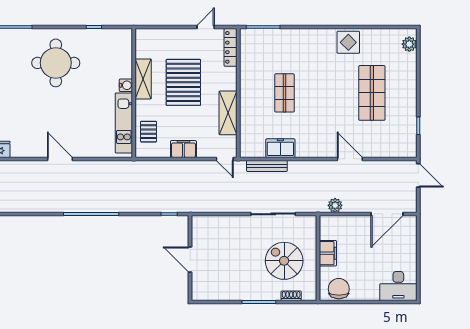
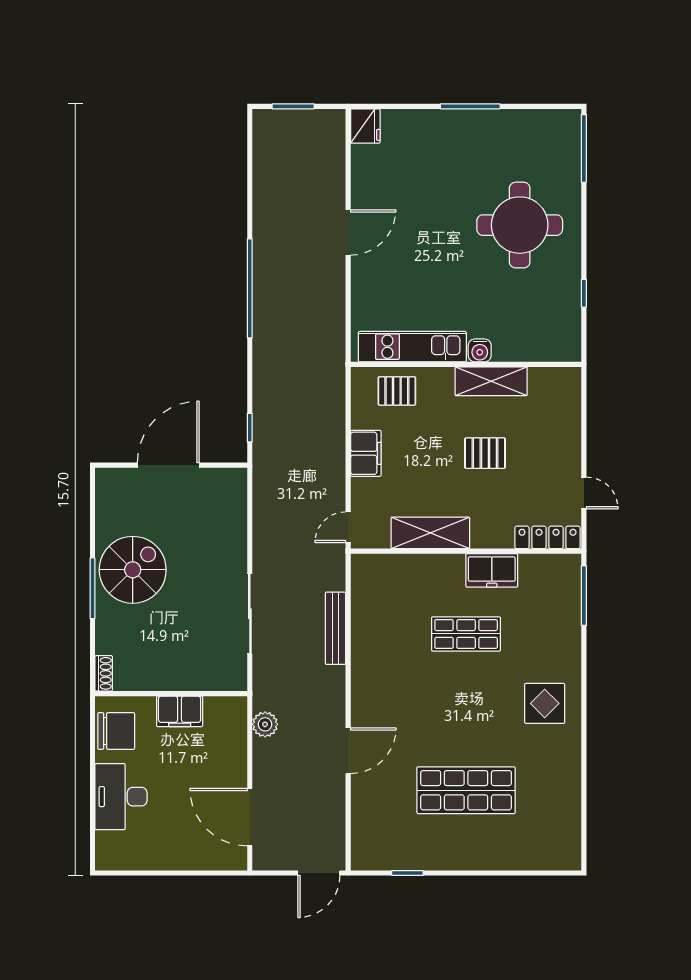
display table: (348, 42) -> (545, 703), moved
plant: (409, 44) -> (553, 857), removed
pallet: (183, 82) -> (485, 453), width x0.49, depth x0.50
freezer: (280, 148) -> (492, 570), moved, turned 90
bench: (267, 166) -> (335, 628), moved
door: (190, 260) -> (168, 465), width x1.36
spiral stairs: (284, 261) -> (133, 570), moved
desk: (398, 286) -> (121, 797), moved
shoe rack: (291, 296) -> (104, 673), moved

